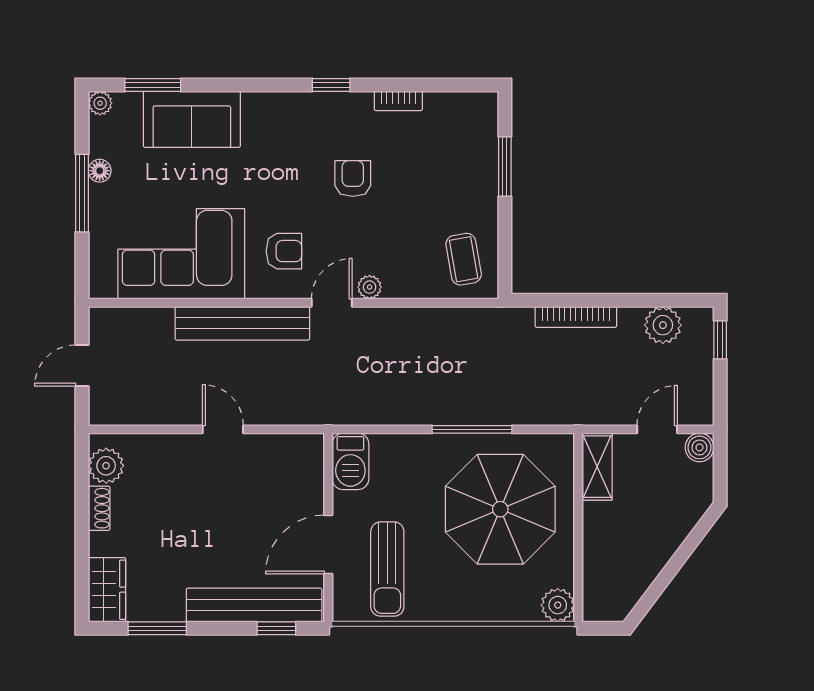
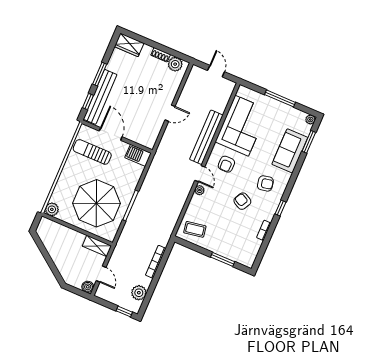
armchair: (290, 143) -> (265, 183), added
floor lamp: (100, 171) -> (285, 109), removed
armchair: (353, 179) -> (242, 201), turned -152
window: (157, 628) -> (100, 74), moved

